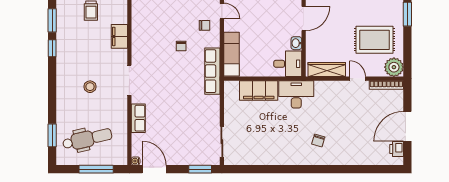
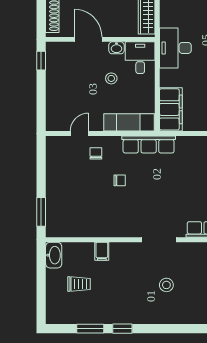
filing cabinet: (119, 36) -> (102, 251), width x0.50
stool: (270, 39) -> (111, 78), added
filing cabinet: (259, 91) -> (171, 109), moved

